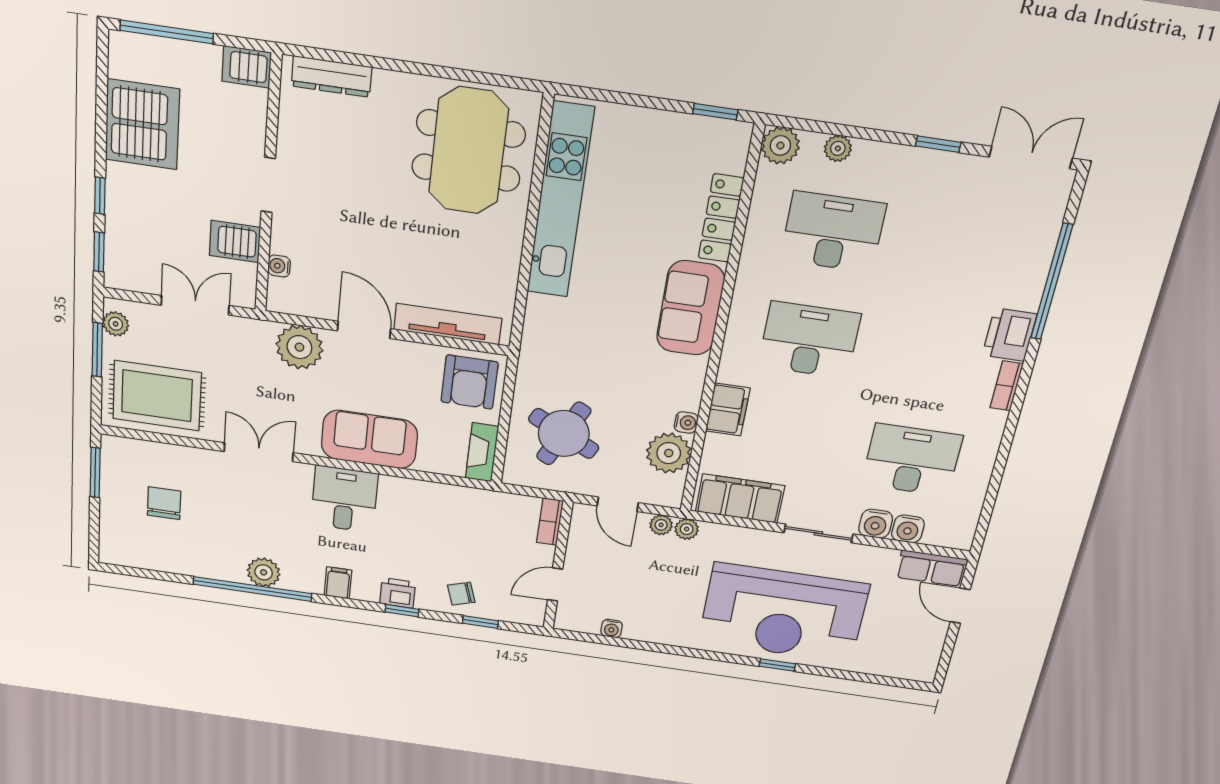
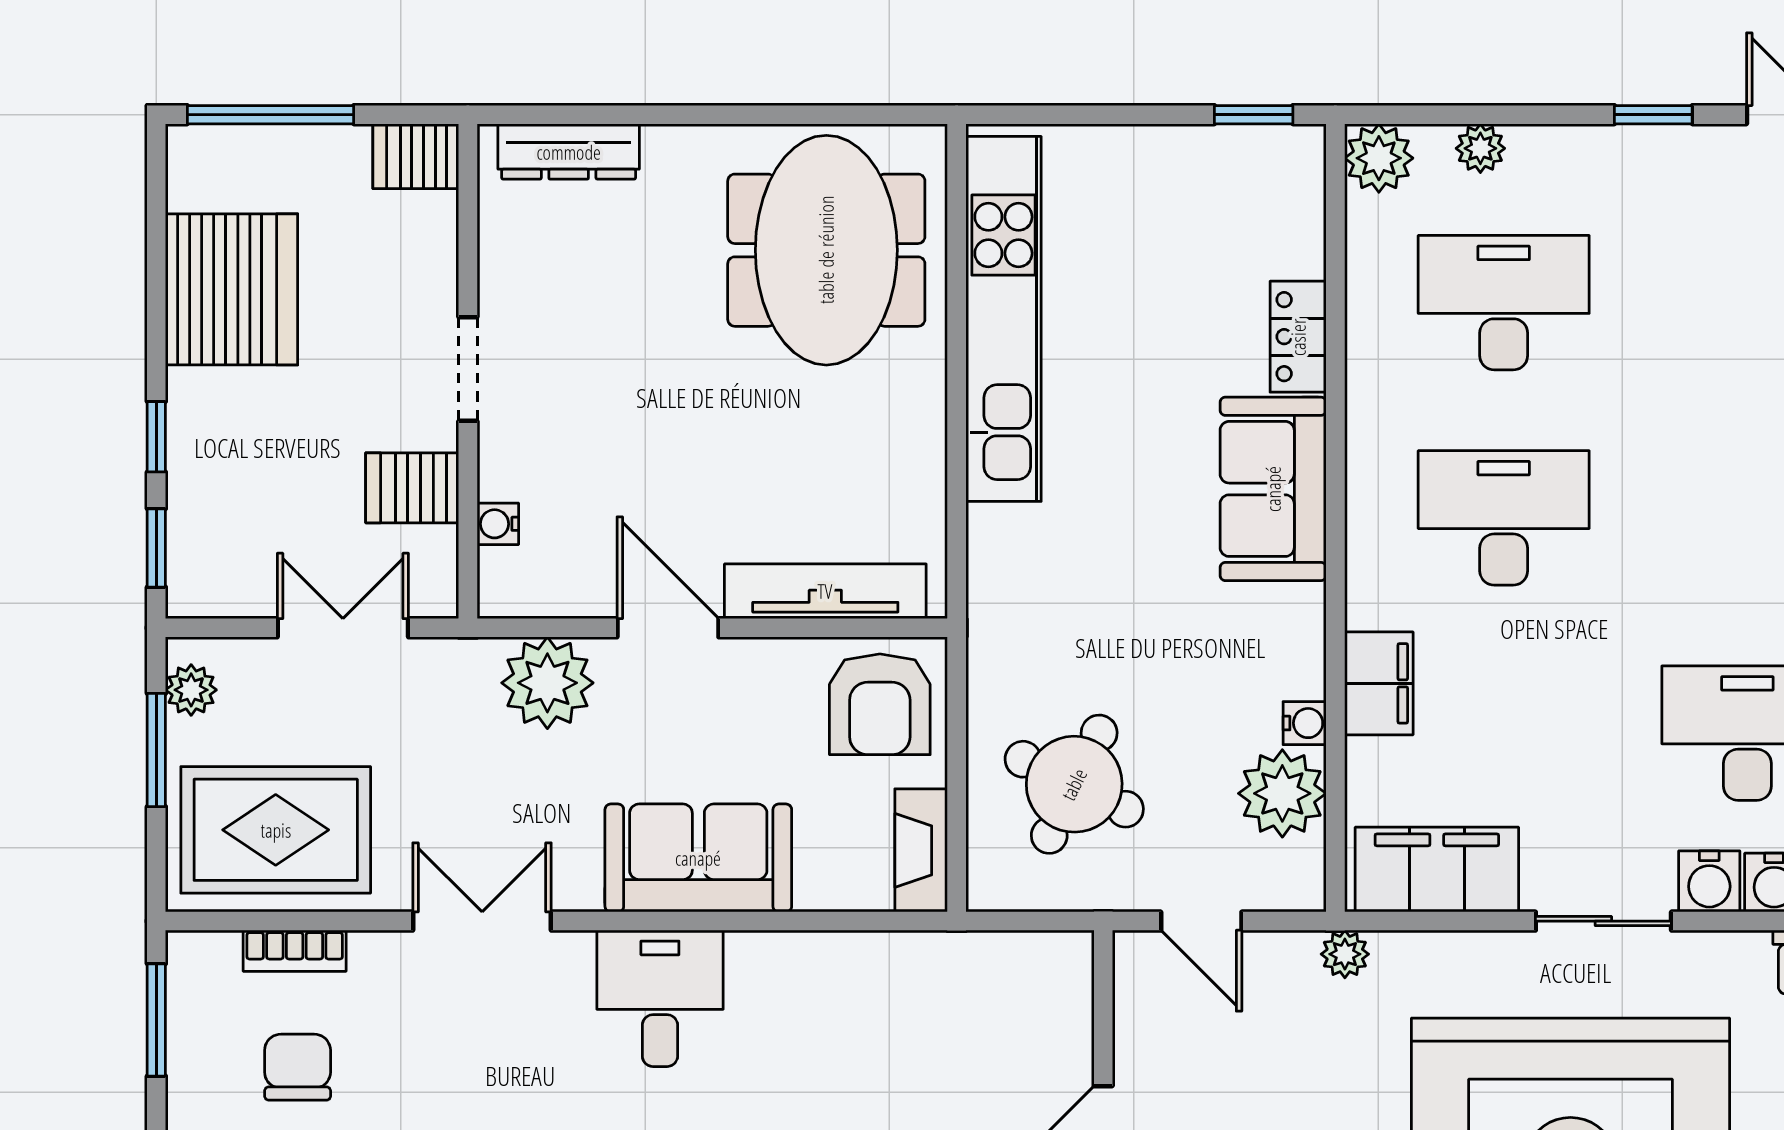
locker: (721, 218) -> (1298, 337), width x0.66
bookcase: (550, 522) -> (295, 951), moved, turned -90
plant: (661, 525) -> (1293, 953), removed

